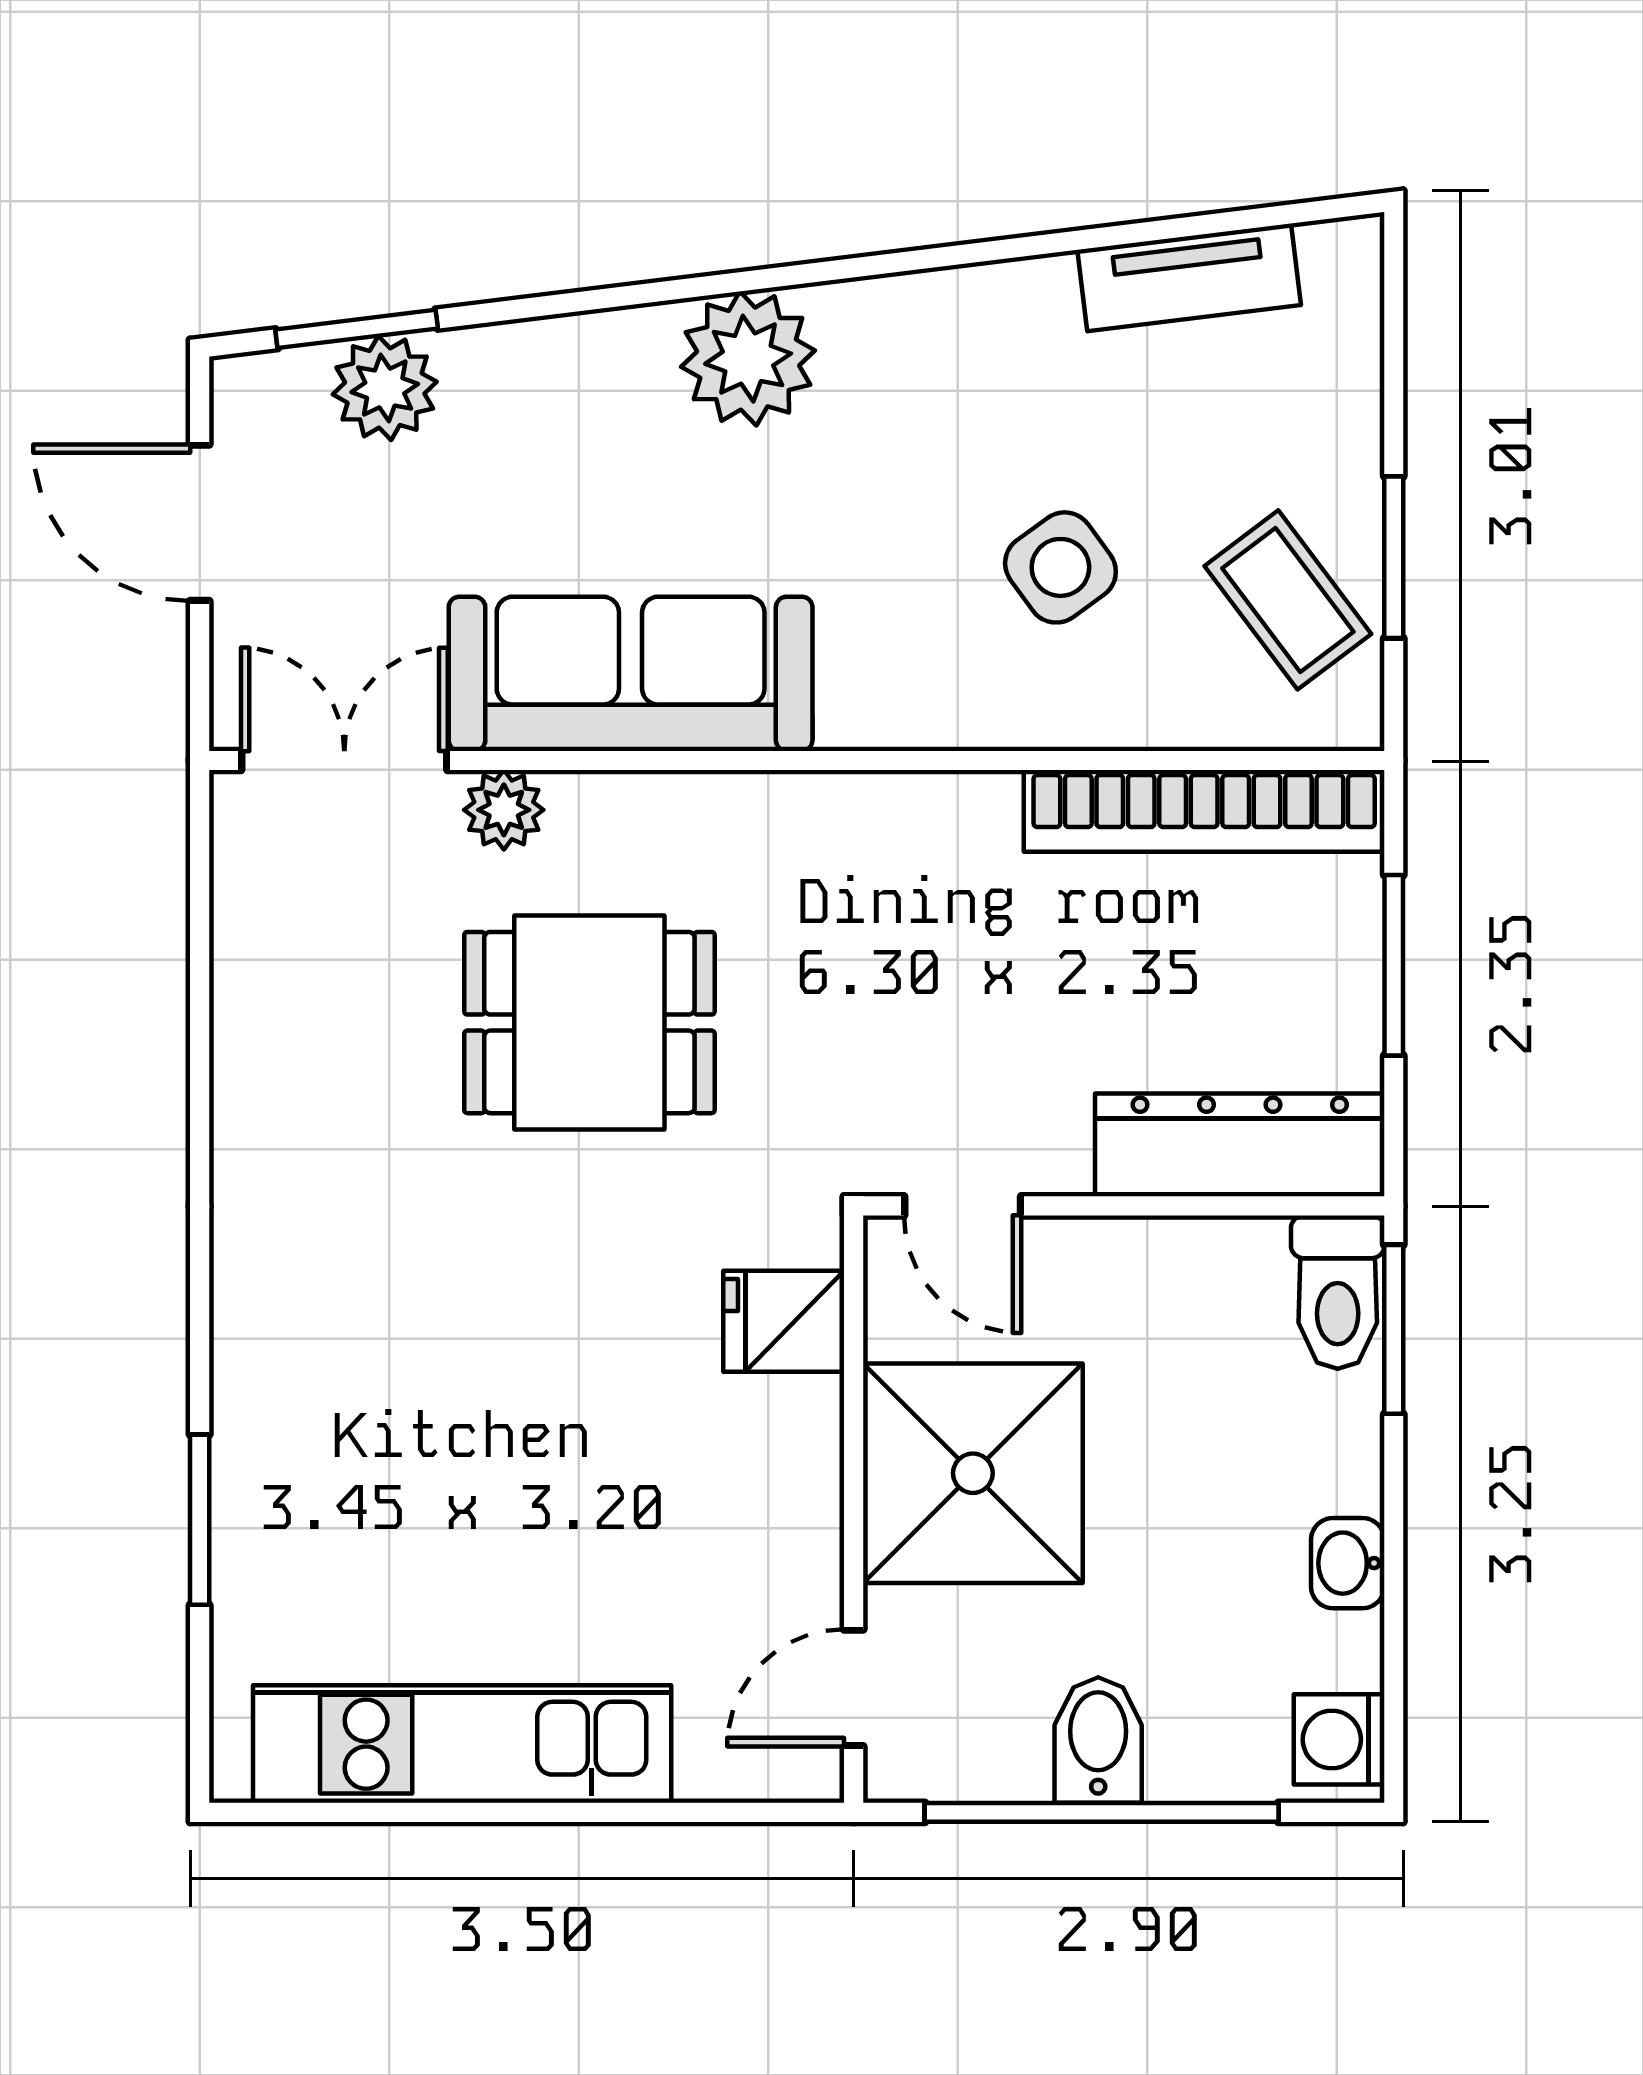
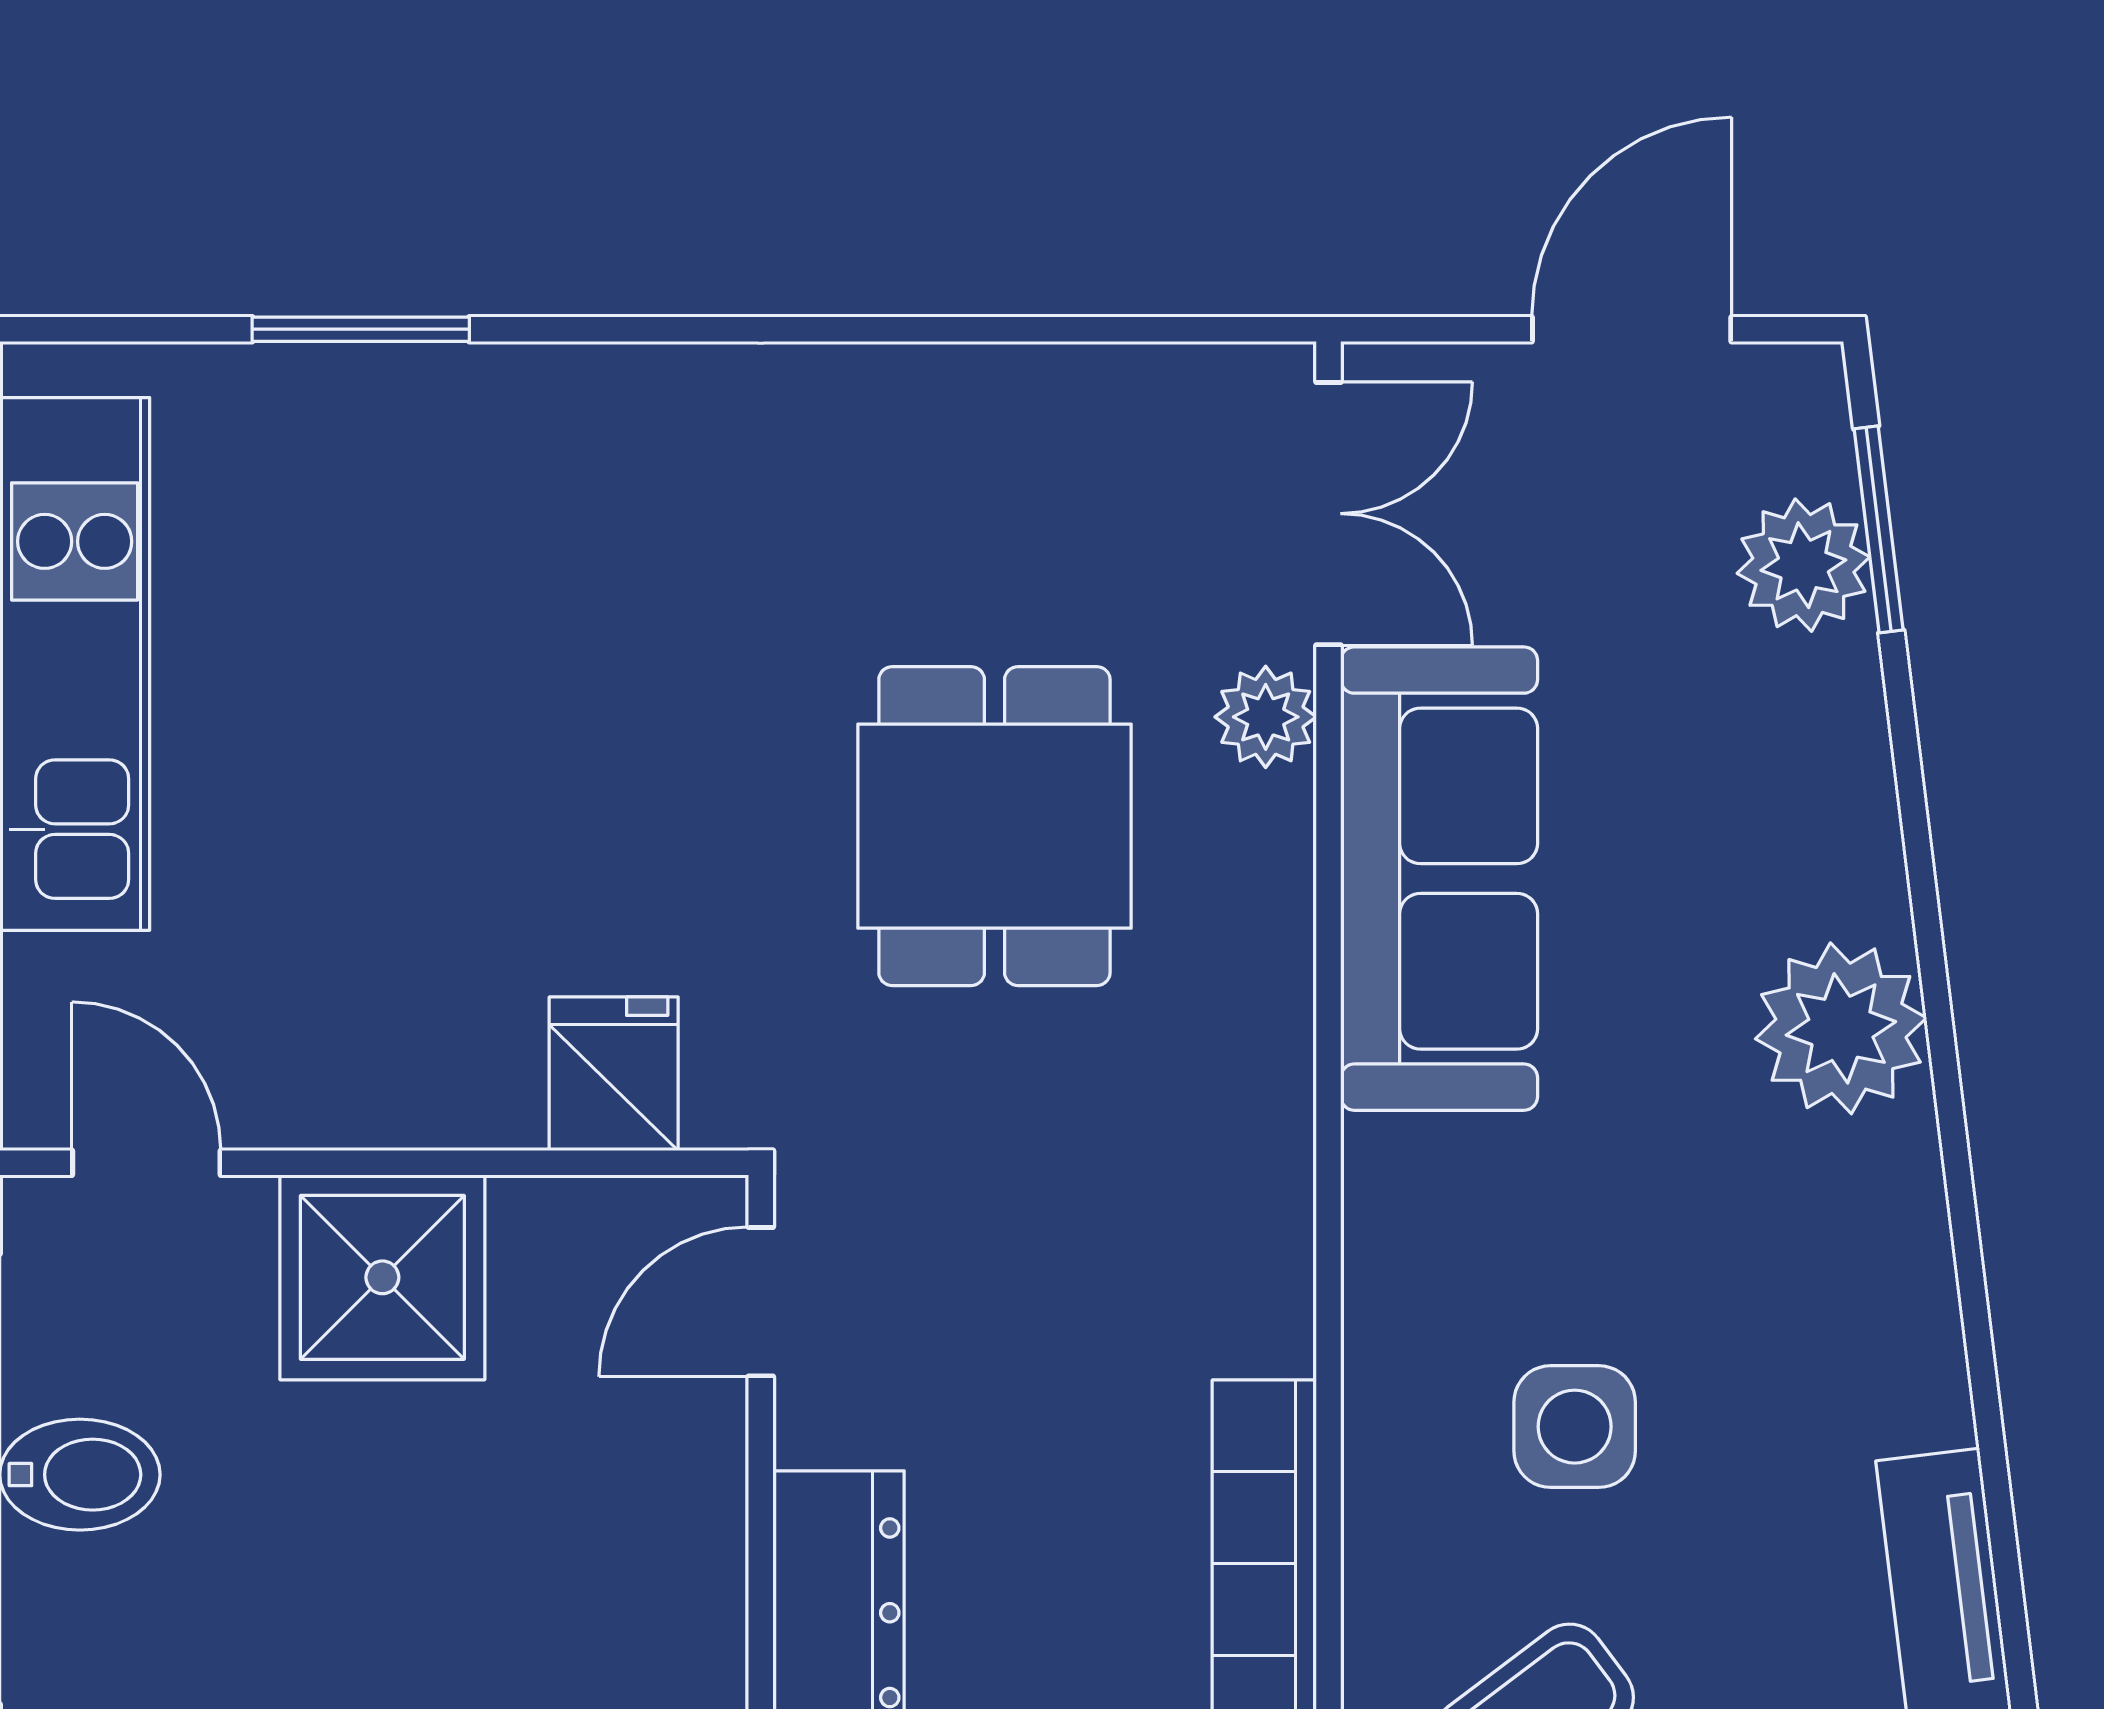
side table: (1060, 567) -> (1575, 1427), turned 36
shower: (973, 1473) -> (382, 1277), width x0.73, depth x0.73

